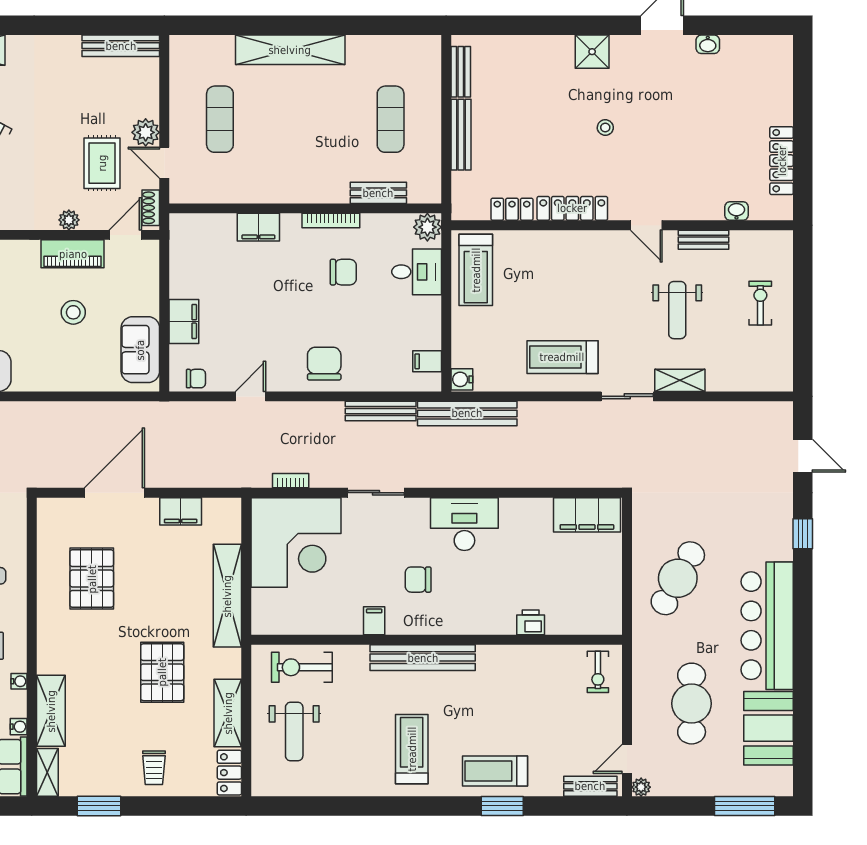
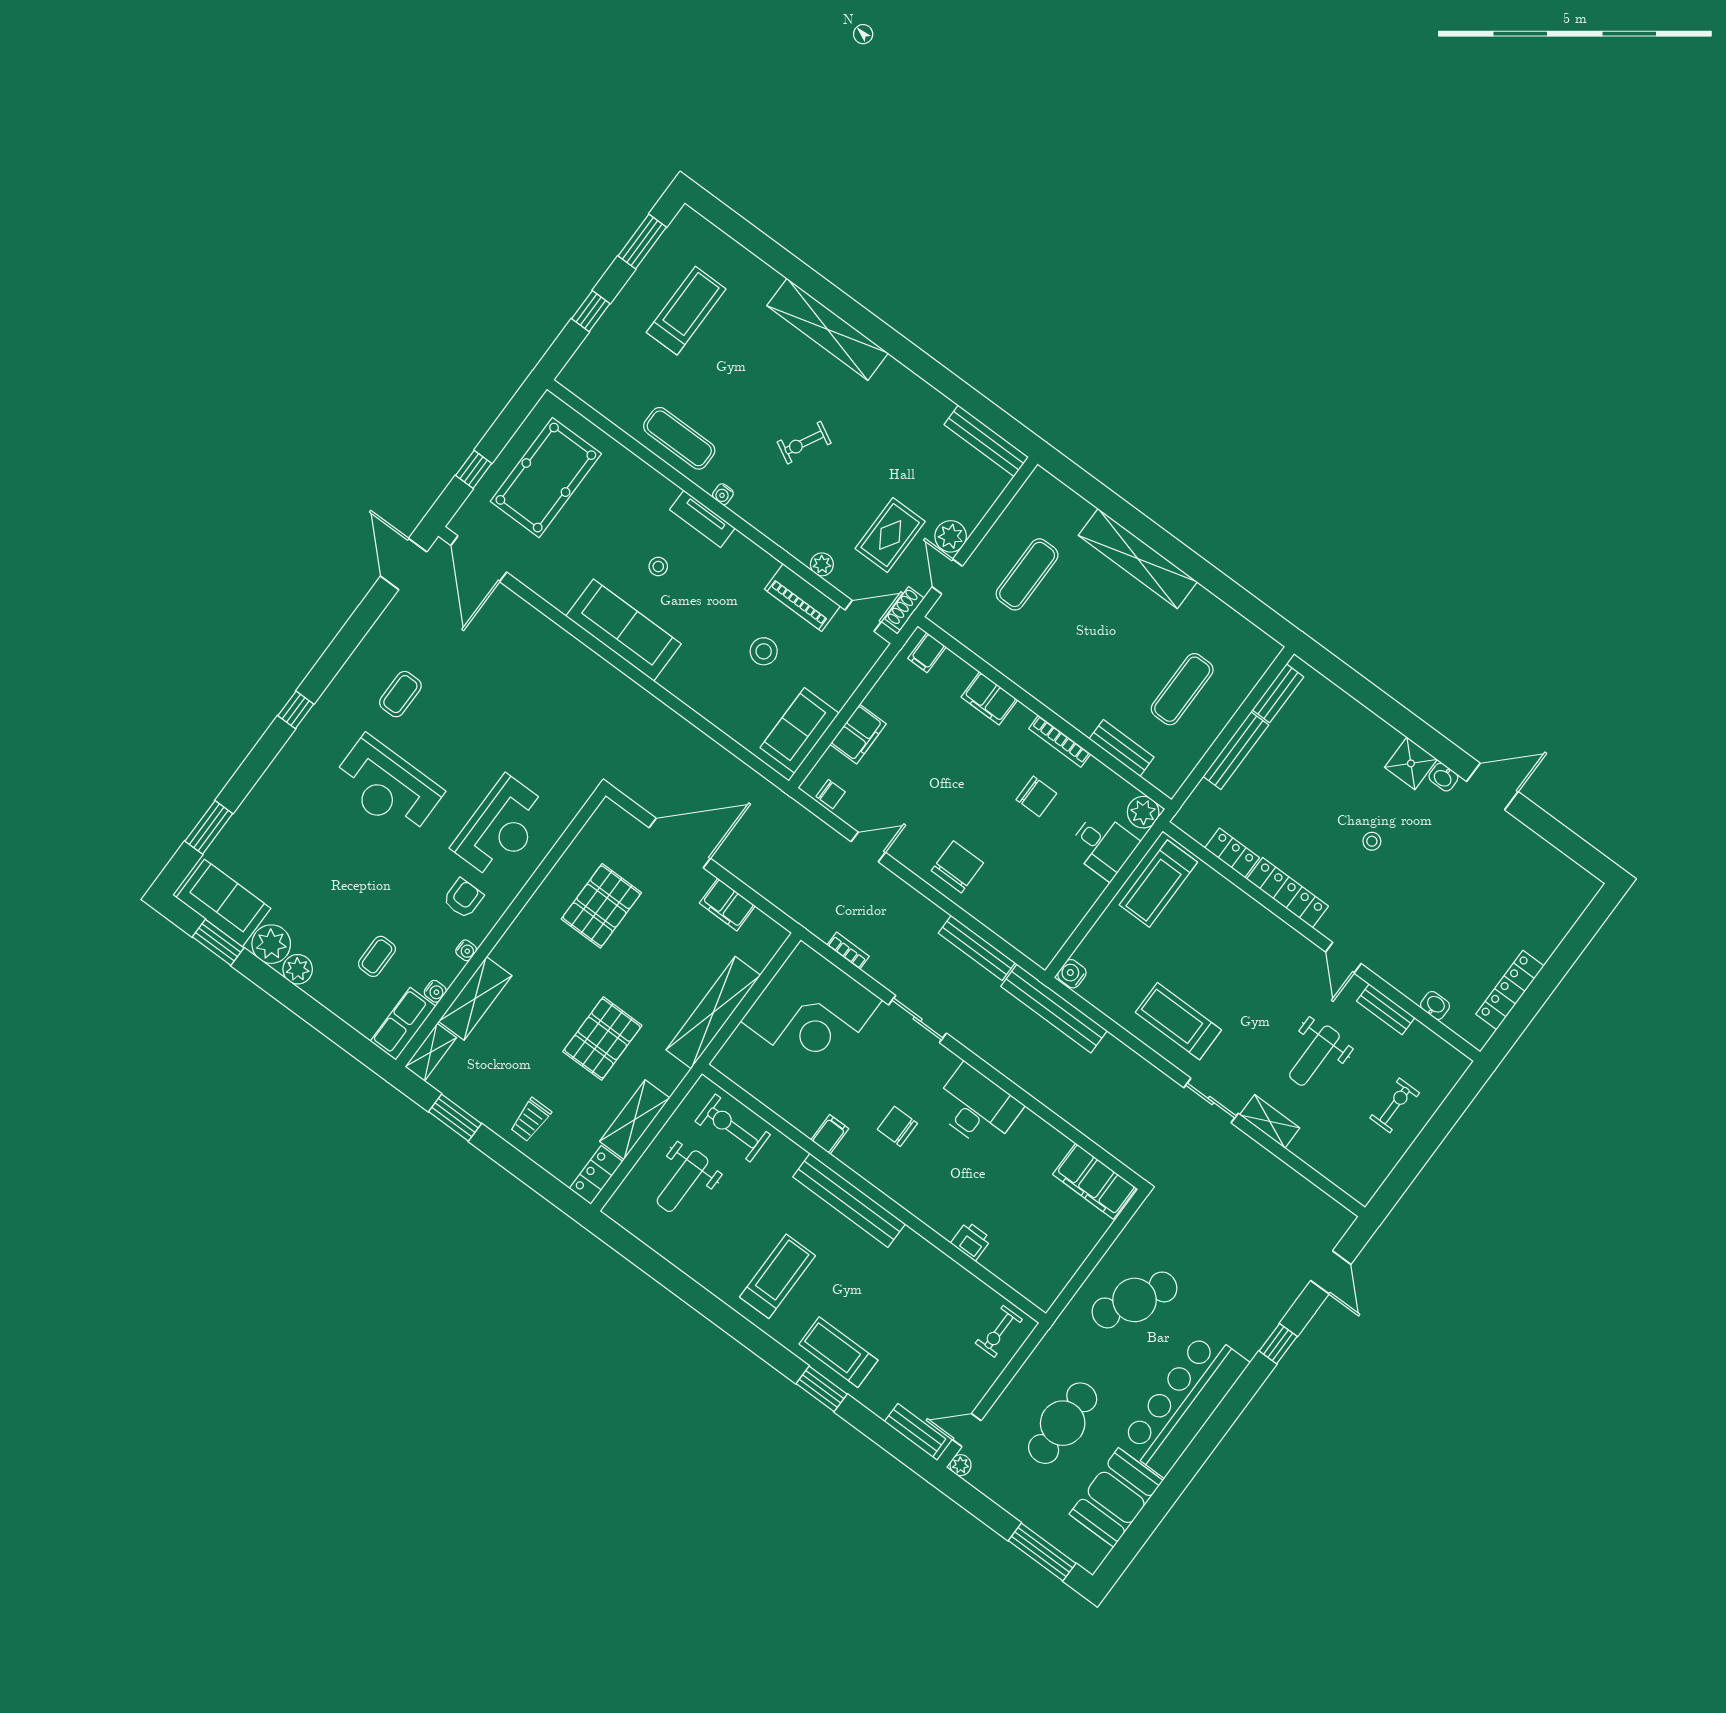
washbasin: (708, 44) -> (1443, 777), moved
filing cabinet: (427, 361) -> (927, 653), moved, turned -90

